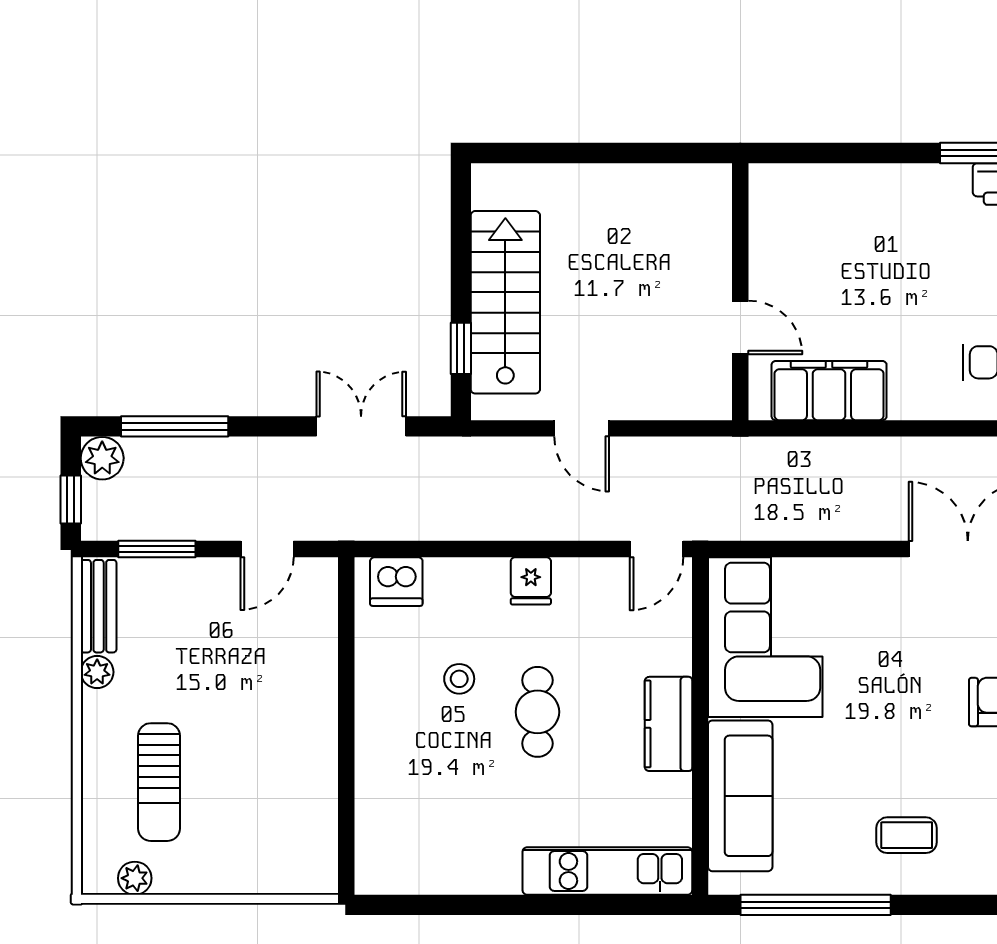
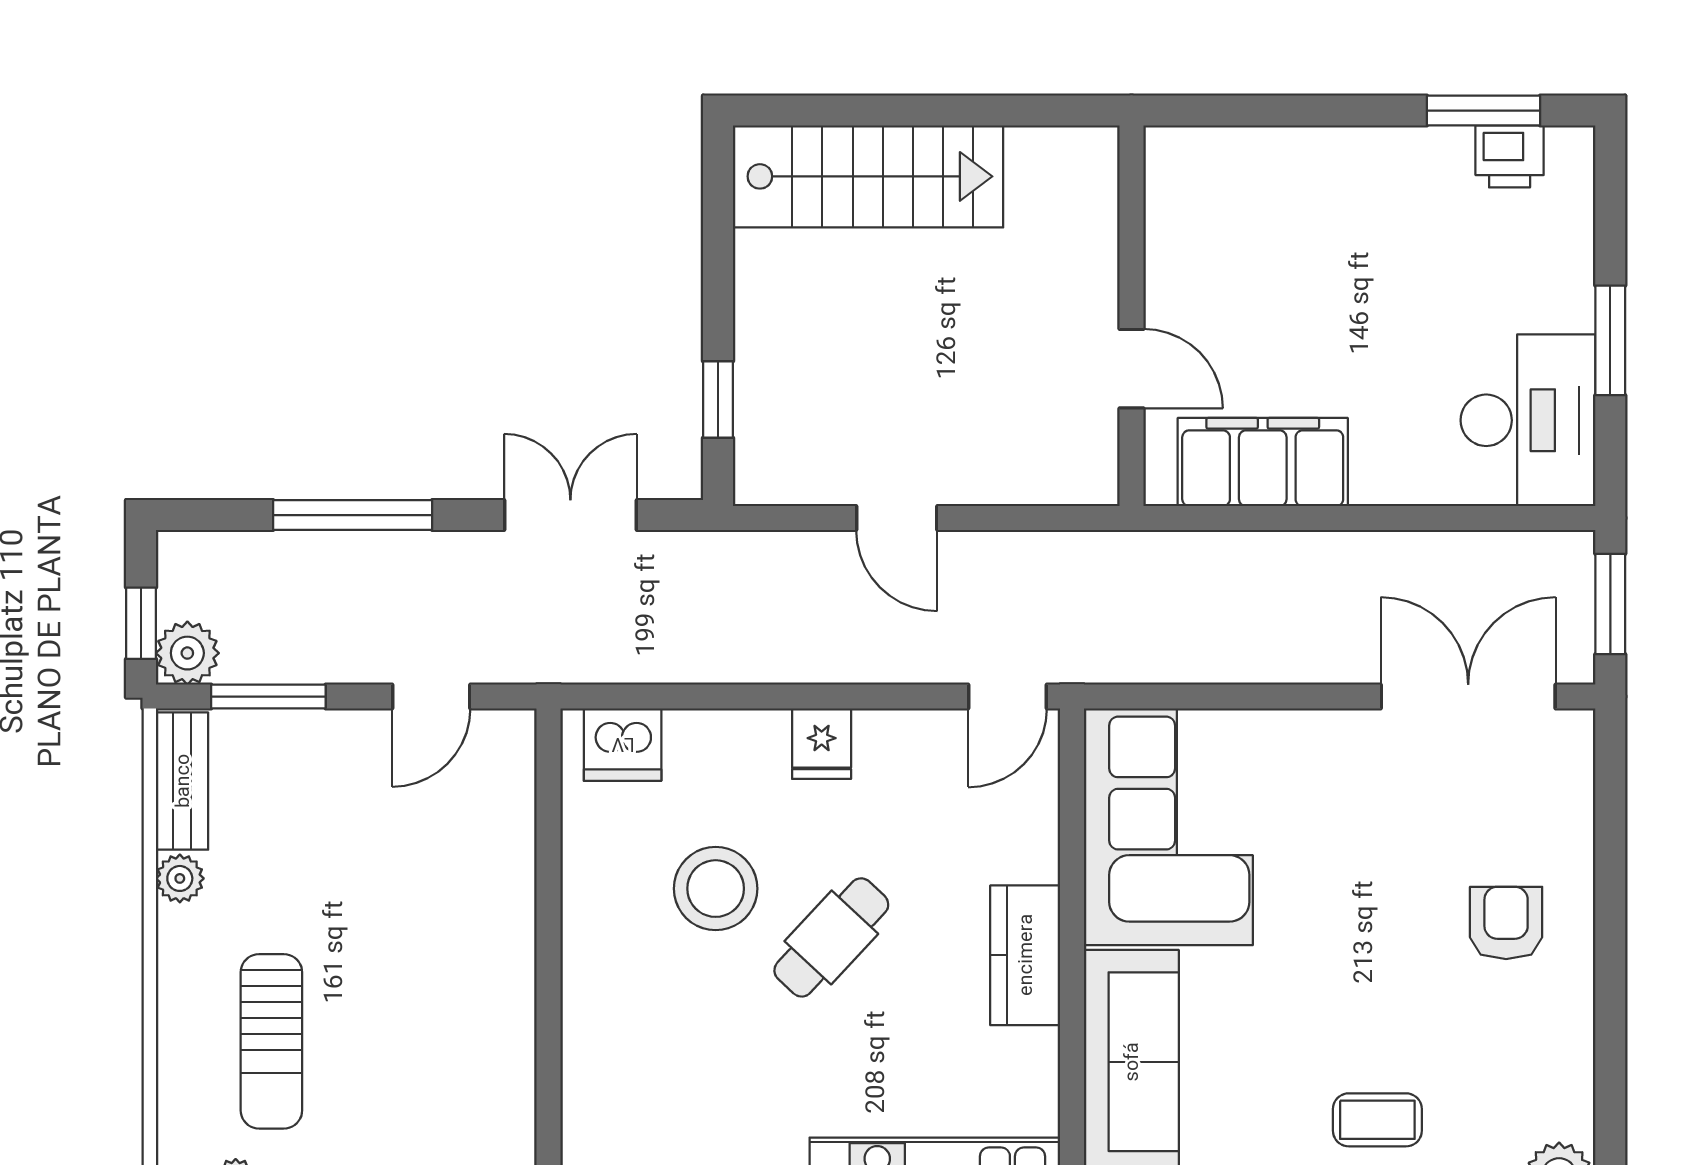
stairs: (505, 302) -> (868, 176), moved, turned 90
window: (175, 426) -> (353, 515), moved
plant: (102, 458) -> (187, 653), moved
stool: (459, 679) -> (716, 889), width x1.89, depth x1.89
cafe table: (537, 712) -> (831, 937), turned 43

